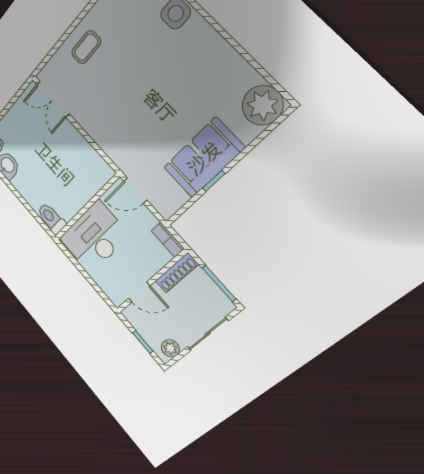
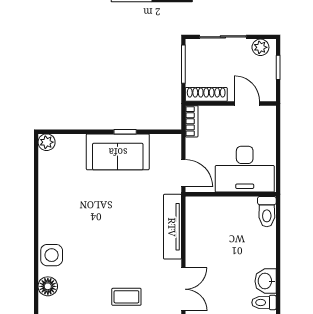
plant: (263, 105) -> (47, 142), width x0.53, depth x0.53
tv unit: (104, 139) -> (172, 227), added

